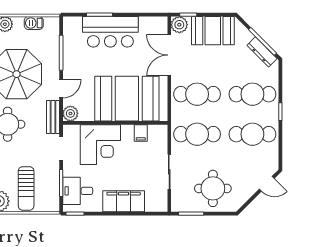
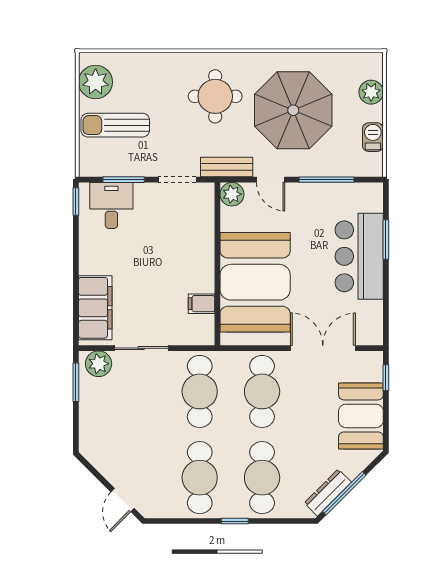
plant: (179, 25) -> (99, 364), moved
corner desk: (100, 145) -> (183, 241), removed
round table: (213, 188) -> (115, 416), removed
filing cabinet: (124, 201) -> (95, 308), moved

